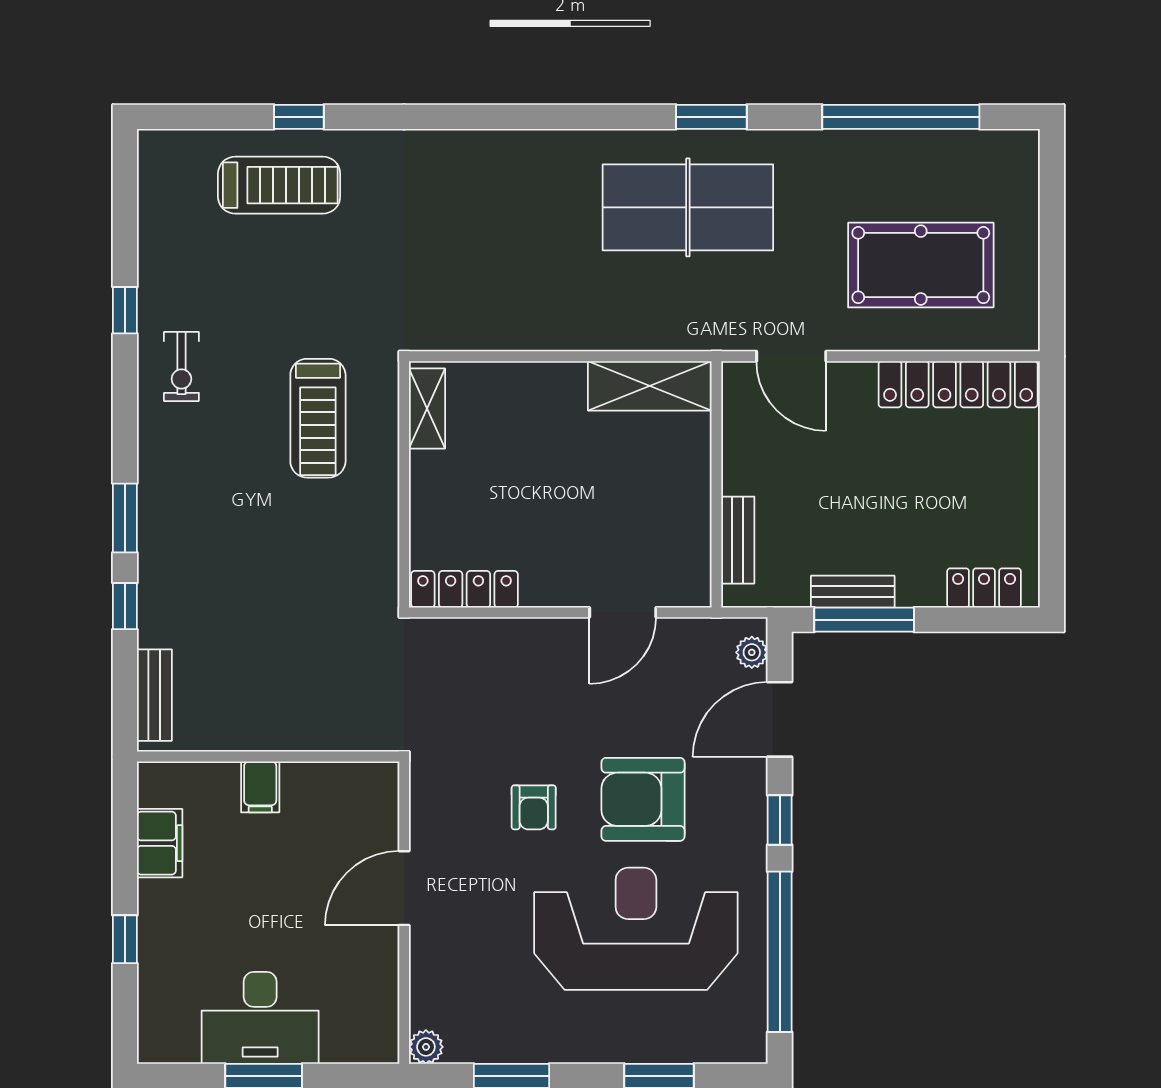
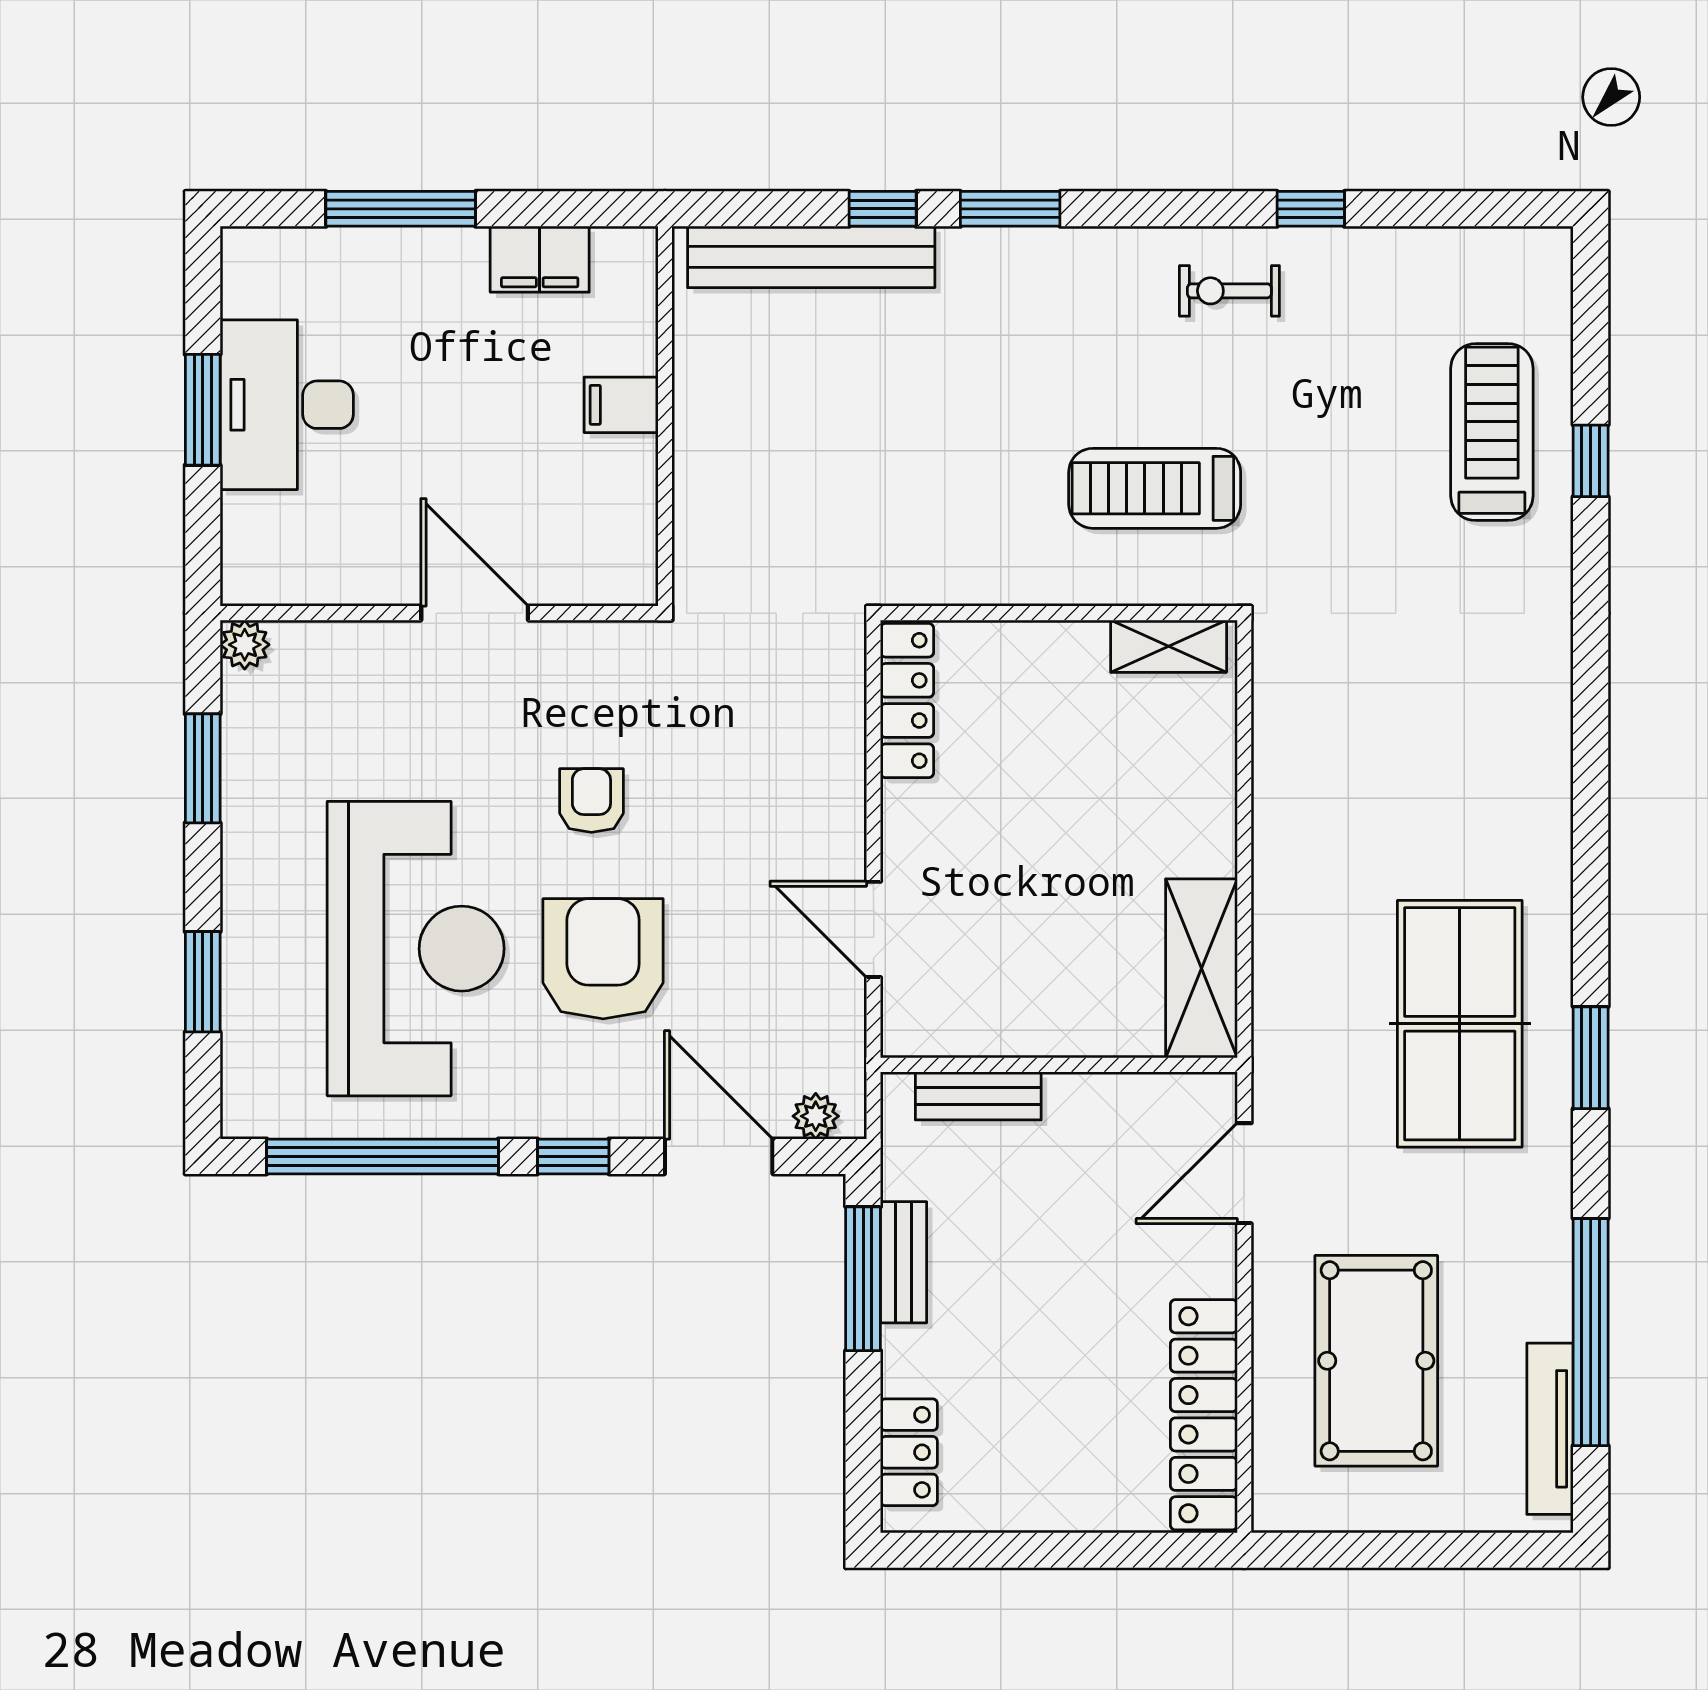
tv unit: (968, 145) -> (1550, 1429), added
treadmill: (279, 185) -> (1492, 432), turned 180
bench: (154, 695) -> (811, 257), width x1.86, depth x1.21
armchair: (534, 807) -> (591, 801), turned 90
window: (125, 939) -> (401, 209), width x2.17

